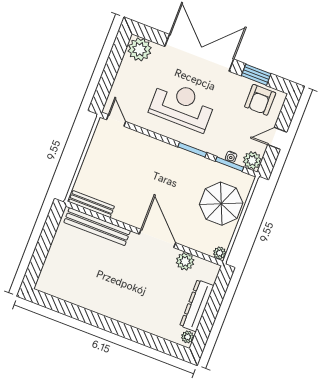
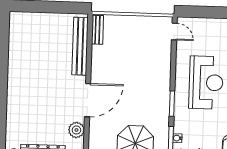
door: (116, 121) -> (174, 31), hinge flipped
bench: (92, 204) -> (97, 30), width x0.73

